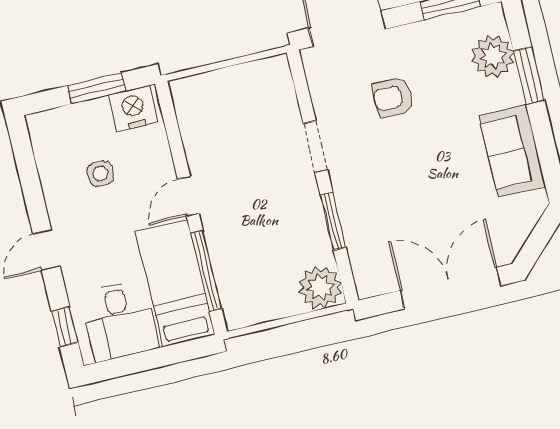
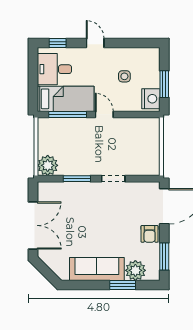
armchair: (393, 97) -> (150, 234), moved, turned 180
sofa: (512, 151) -> (97, 269), width x1.36

